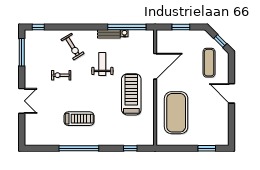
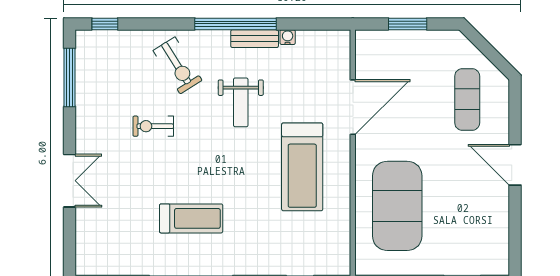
window: (127, 27) -> (236, 24), moved
window: (220, 41) -> (491, 54), removed
weight bench: (102, 64) -> (241, 102), turned 180
treadmill: (131, 94) -> (302, 167), turned 180

